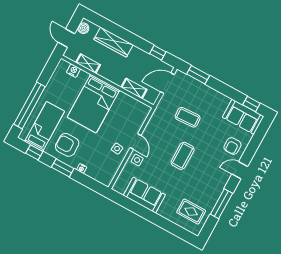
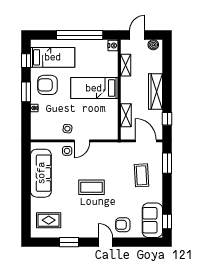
wardrobe: (113, 42) -> (156, 91), moved
nightstand: (73, 71) -> (113, 46), moved
bed: (93, 104) -> (94, 88), width x0.67
window: (30, 105) -> (80, 35), moved
coffee table: (188, 117) -> (142, 175), moved
armchair: (67, 145) -> (47, 85), turned -90
sofa: (144, 195) -> (41, 173), width x1.36
window: (221, 204) -> (69, 242), width x0.69
rug: (191, 212) -> (49, 220), turned 90

